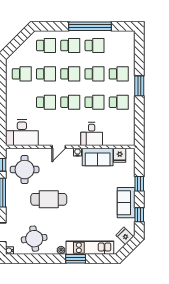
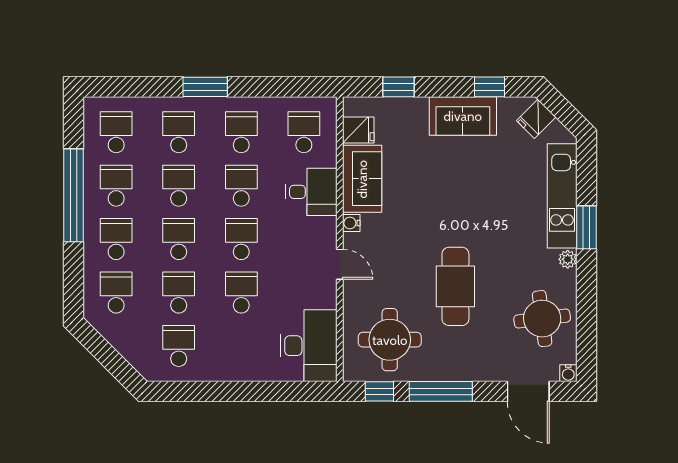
school desk: (119, 45) -> (116, 132), added
school desk: (119, 131) -> (304, 132), added
window: (139, 184) -> (399, 87), moved

